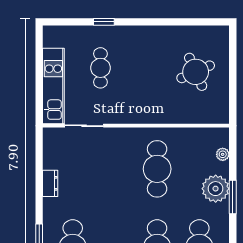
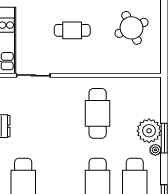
cafe table: (100, 68) -> (72, 30), moved, turned 90
plant: (223, 154) -> (155, 150), moved

